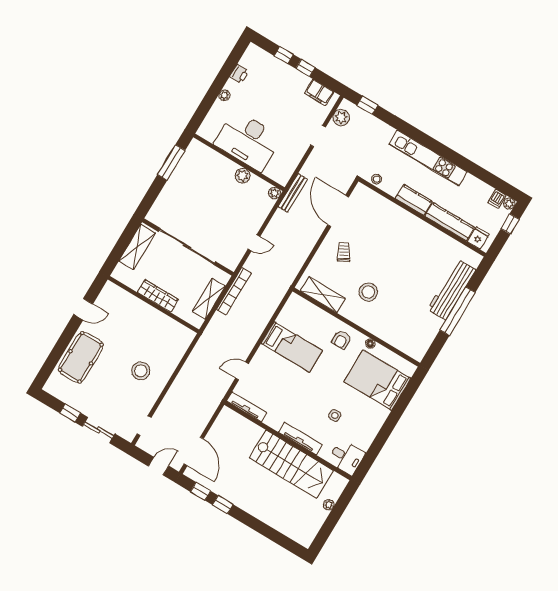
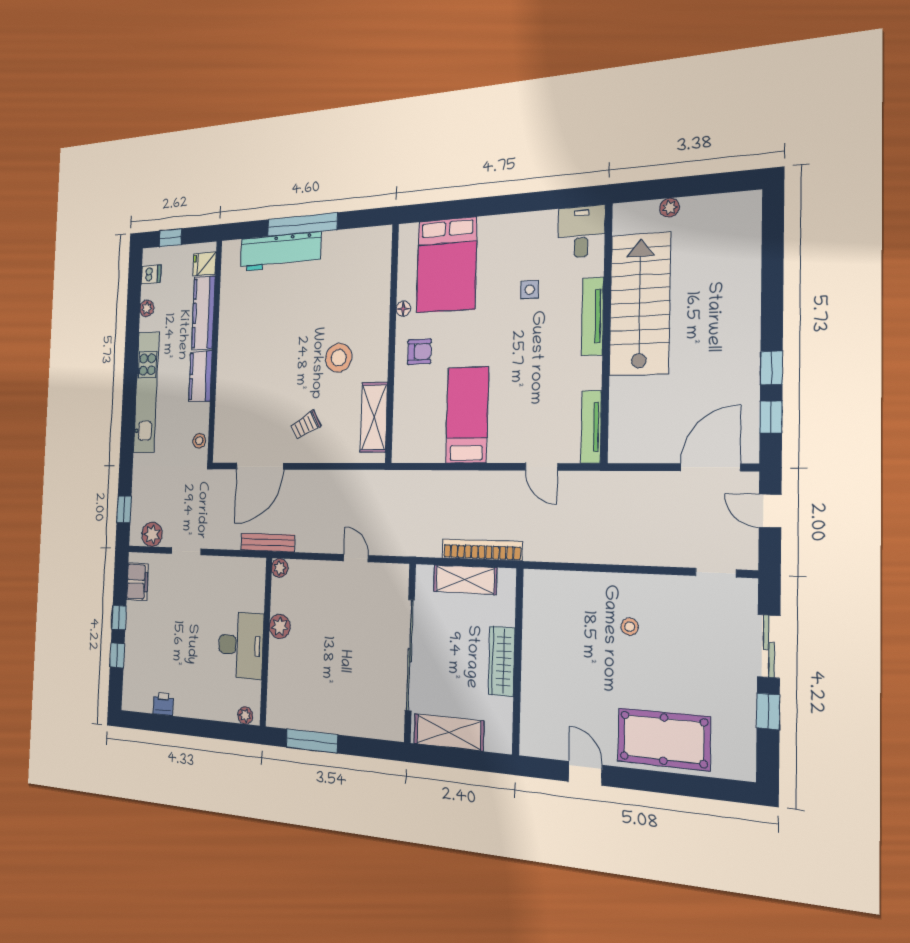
plant: (224, 95) -> (245, 715), moved
desk: (248, 141) -> (241, 645), width x0.73, depth x0.77
plant: (509, 204) -> (147, 308), moved
bookcase: (234, 291) -> (482, 550), moved
stool: (141, 371) -> (630, 627), width x0.53, depth x0.53

